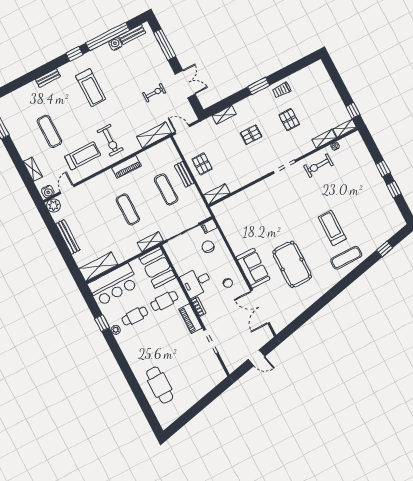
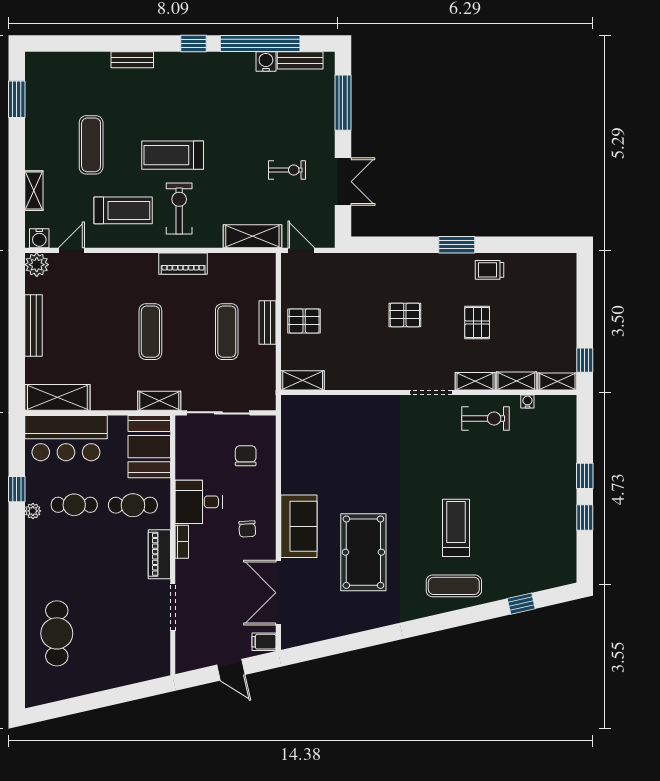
treadmill: (91, 88) -> (173, 155), moved, turned 90
shelving: (224, 115) -> (475, 381), moved
exercise bike: (110, 140) -> (179, 209), turned 180
pallet: (202, 164) -> (304, 321), turned 90
exercise bike: (318, 166) -> (486, 419), turned 180
filing cabinet: (209, 226) -> (264, 642), moved

